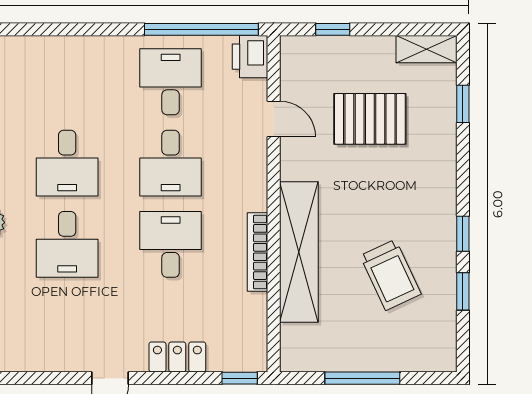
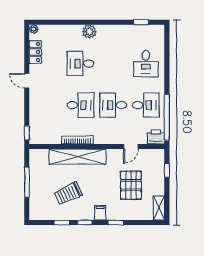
window: (463, 104) -> (116, 223), moved
desk: (67, 163) -> (146, 64), moved, turned -90
filing cabinet: (438, 196) -> (100, 213), added
locker: (177, 357) -> (35, 52), moved

